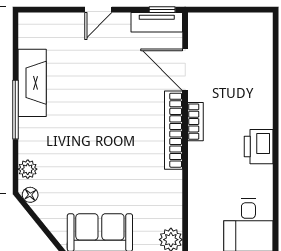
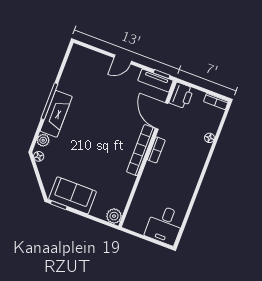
bookcase: (255, 20) -> (216, 101), added
floor lamp: (266, 75) -> (209, 138), added
fireplace: (32, 83) -> (56, 114), moved
printer: (259, 147) -> (181, 96), moved, turned 180

